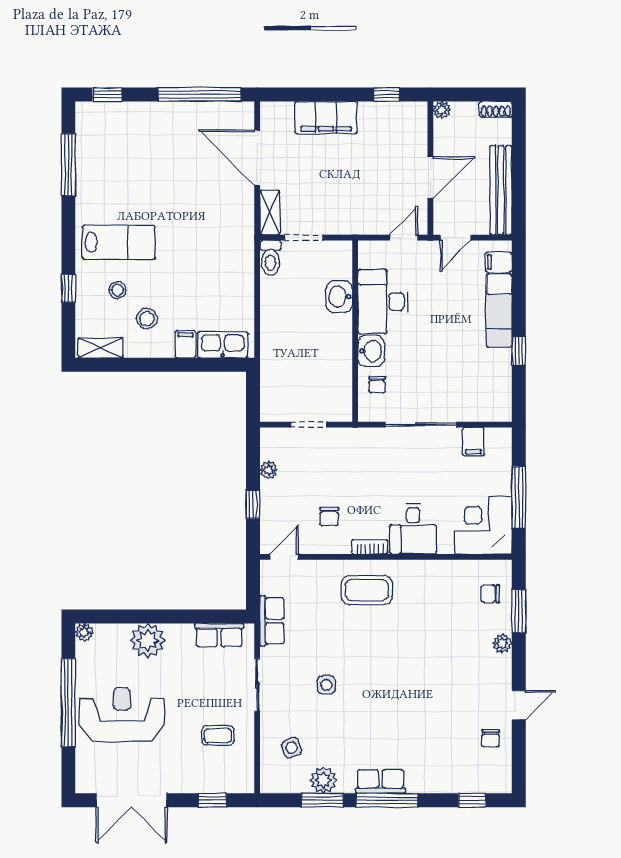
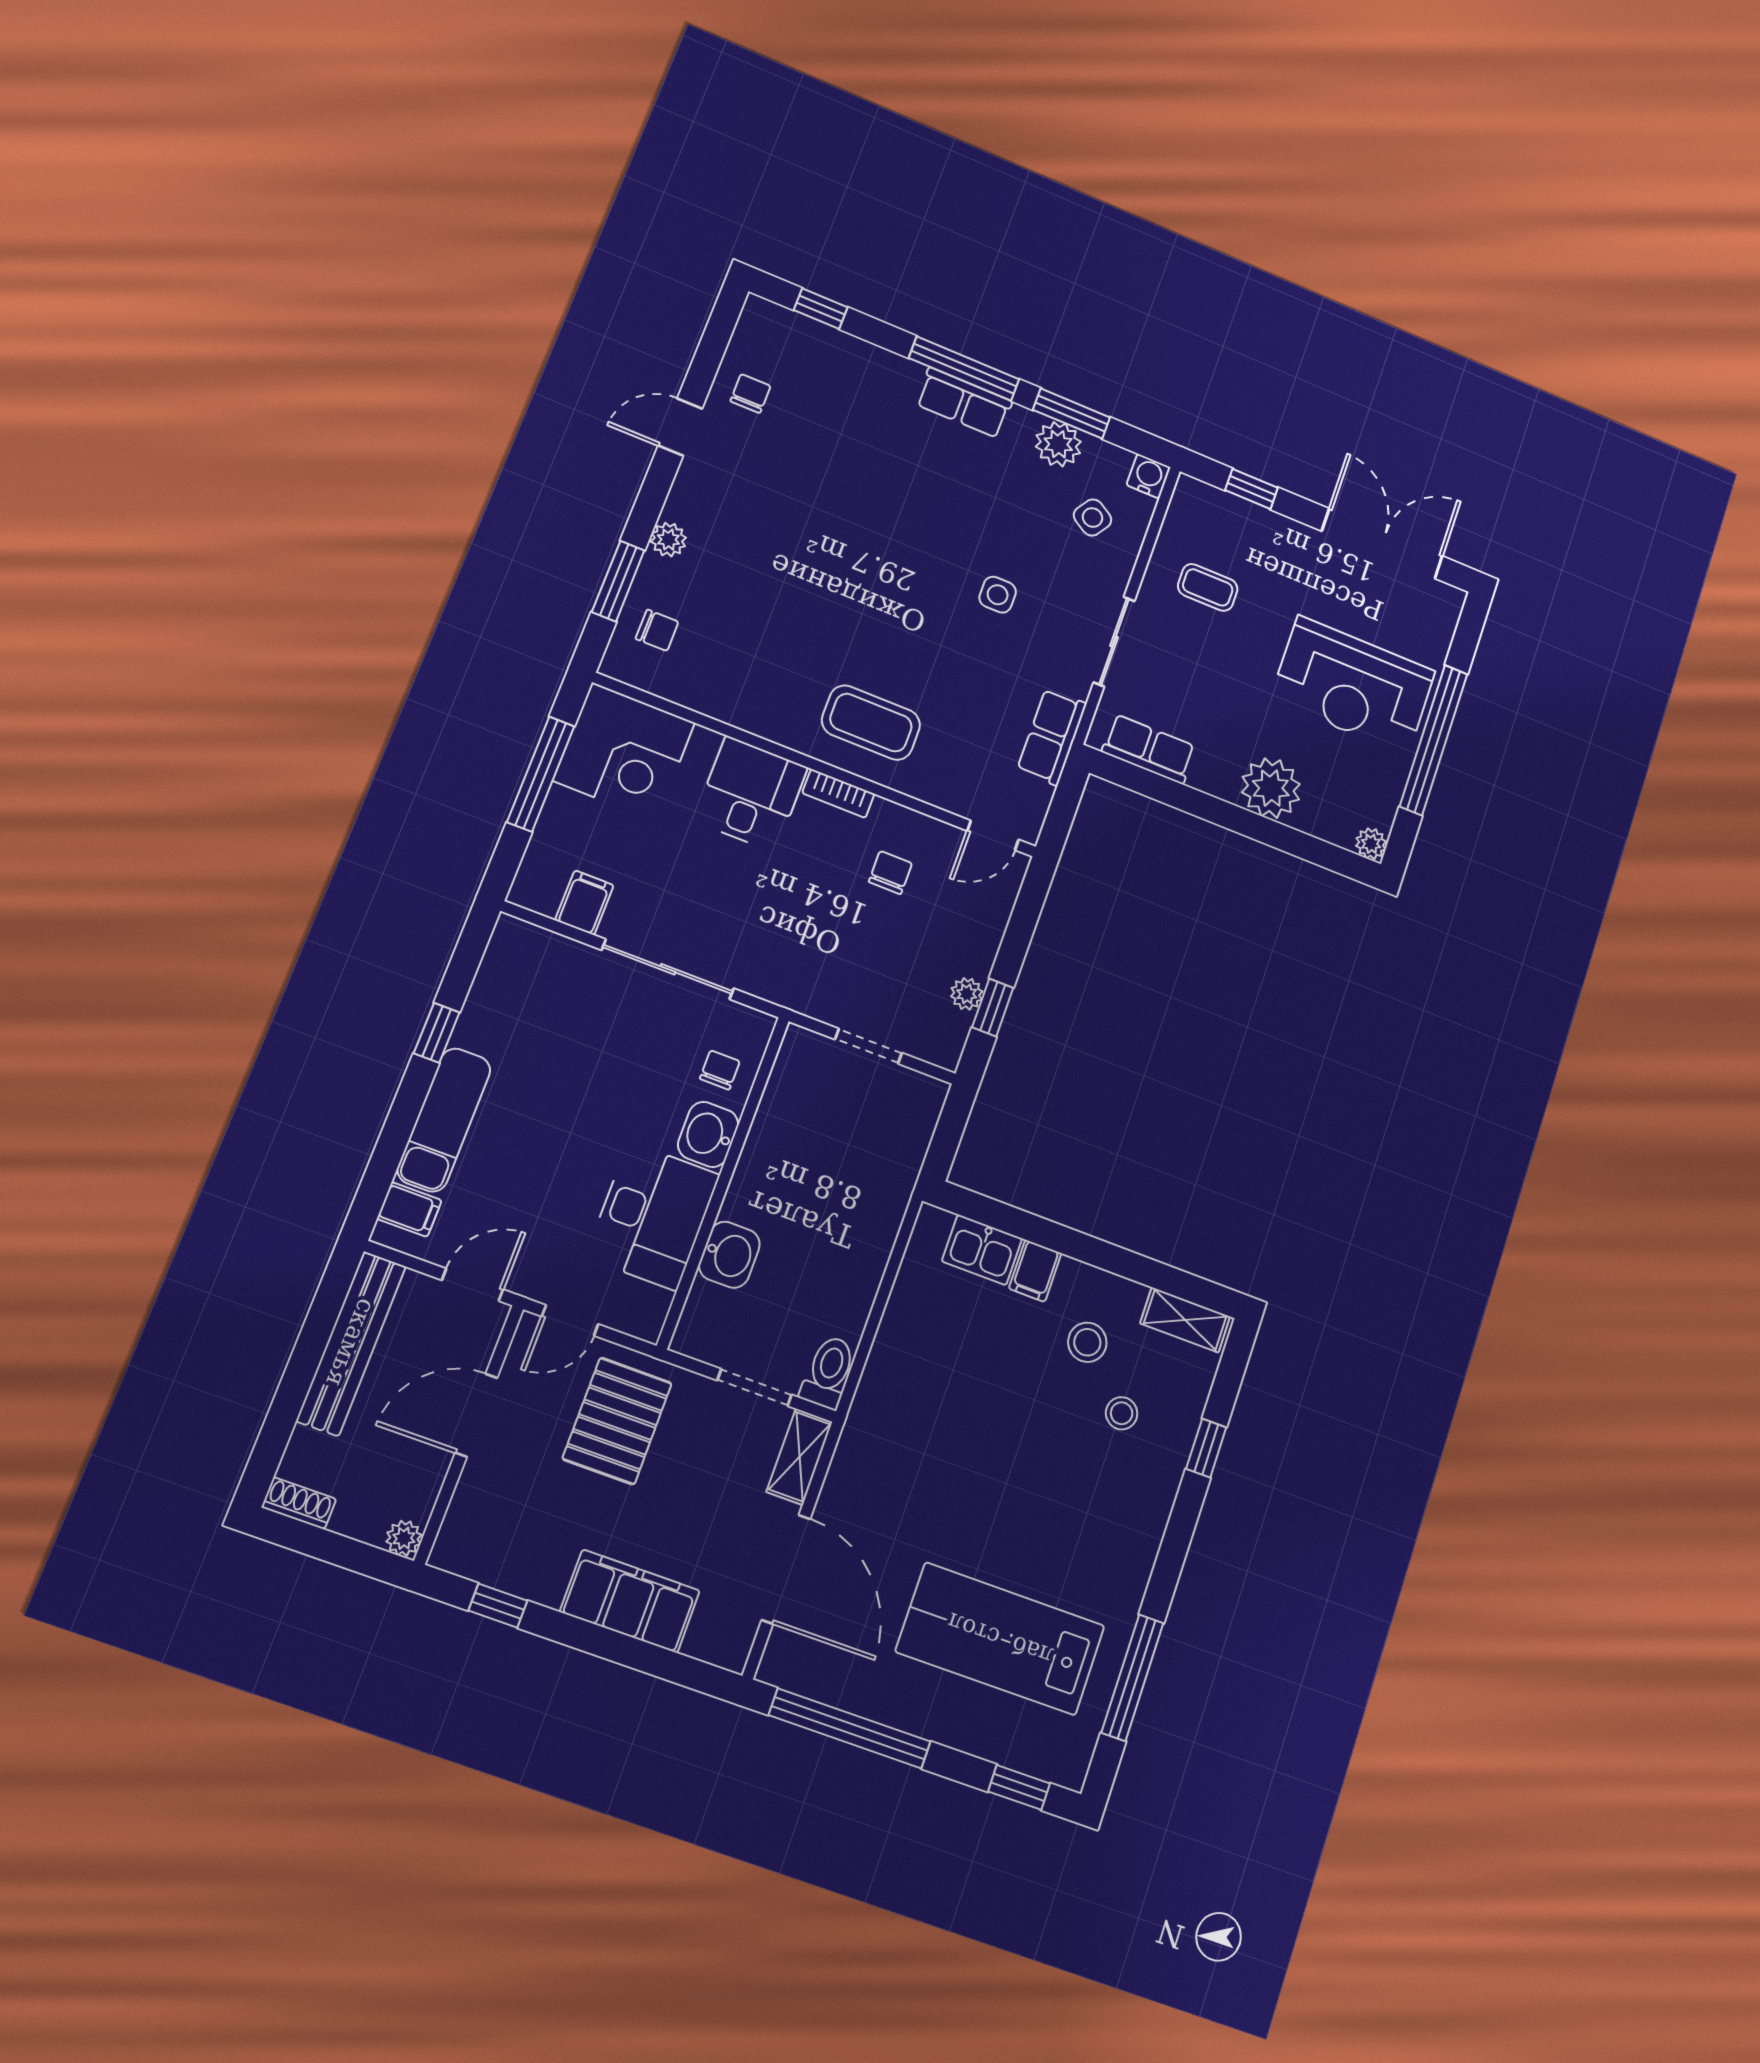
pallet: (363, 199) -> (617, 1421), added
lab bench: (119, 242) -> (1000, 1639), moved, width x1.36, depth x1.39
kitchen sink: (223, 345) -> (982, 1250), width x0.73
window: (253, 504) -> (993, 1008), moved
side table: (292, 748) -> (1093, 518), turned -38
water cooler: (270, 783) -> (1148, 476), added

